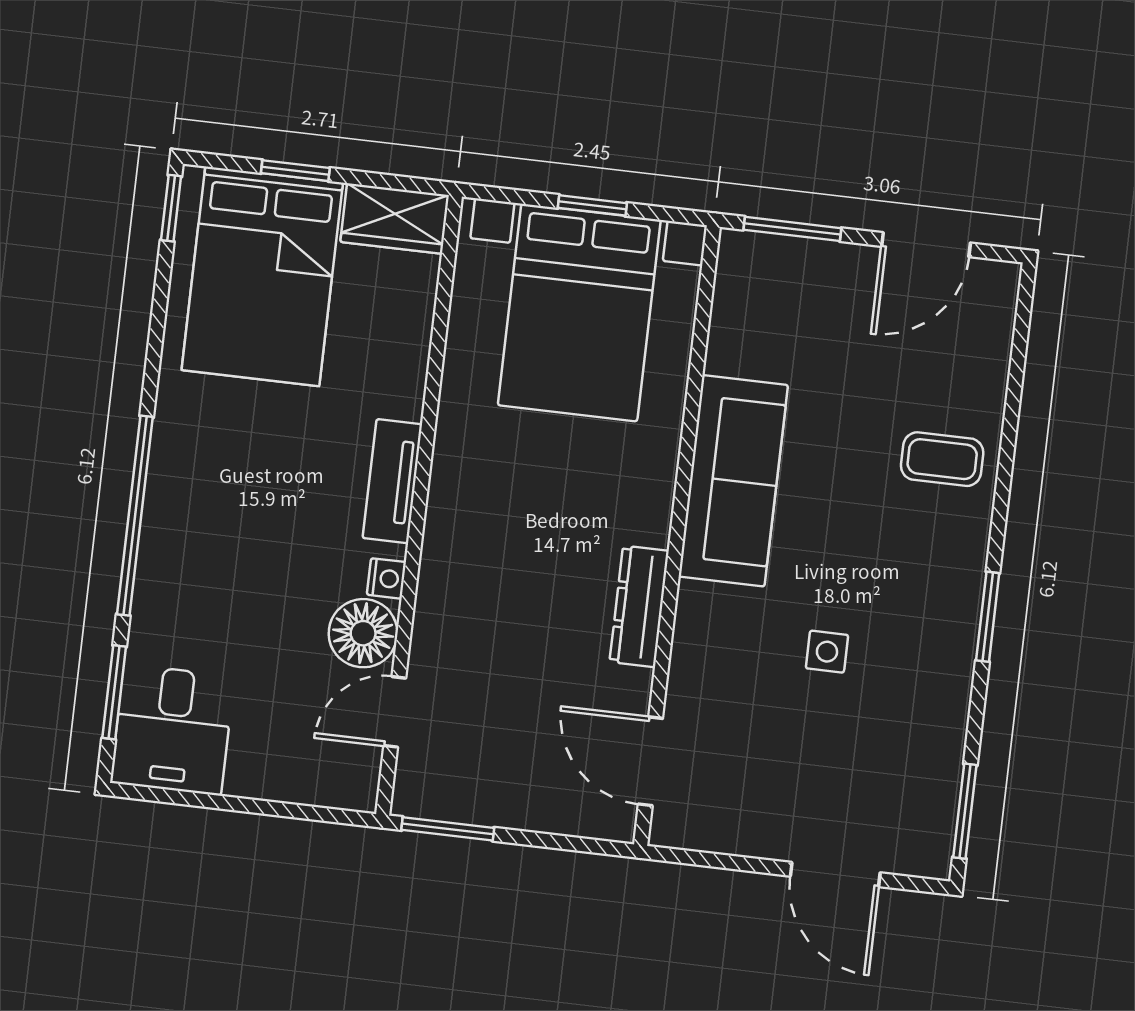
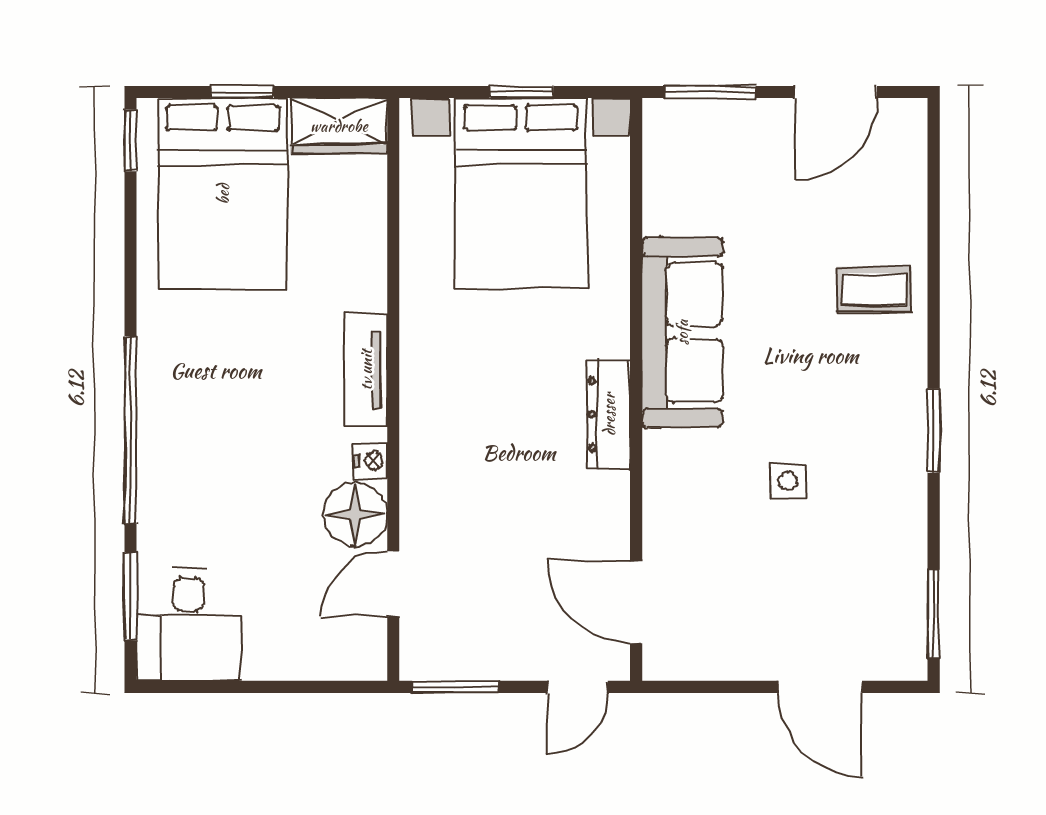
dresser: (639, 606) -> (609, 414), moved
door: (577, 844) -> (577, 687), added

